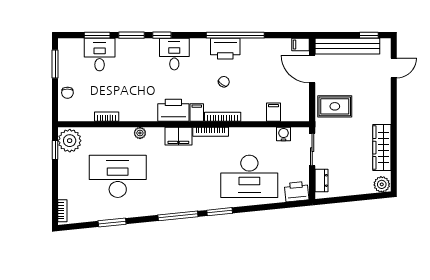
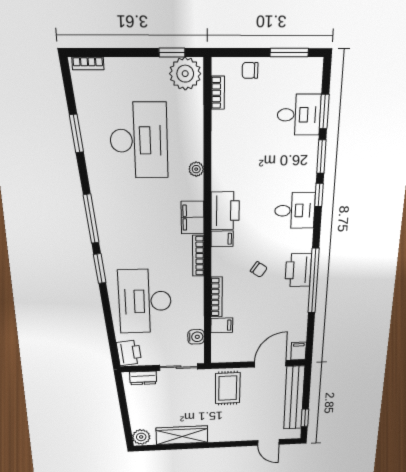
bookcase: (107, 117) -> (218, 93), moved
bookcase: (223, 117) -> (217, 297), moved

